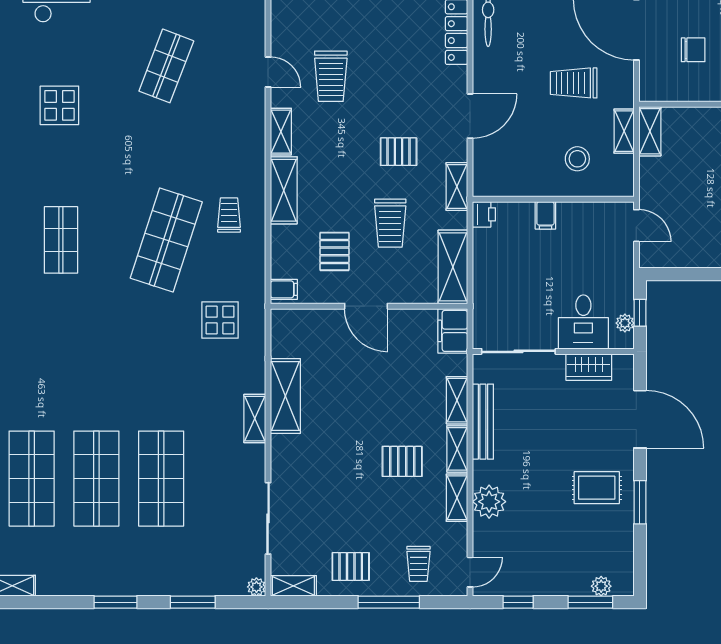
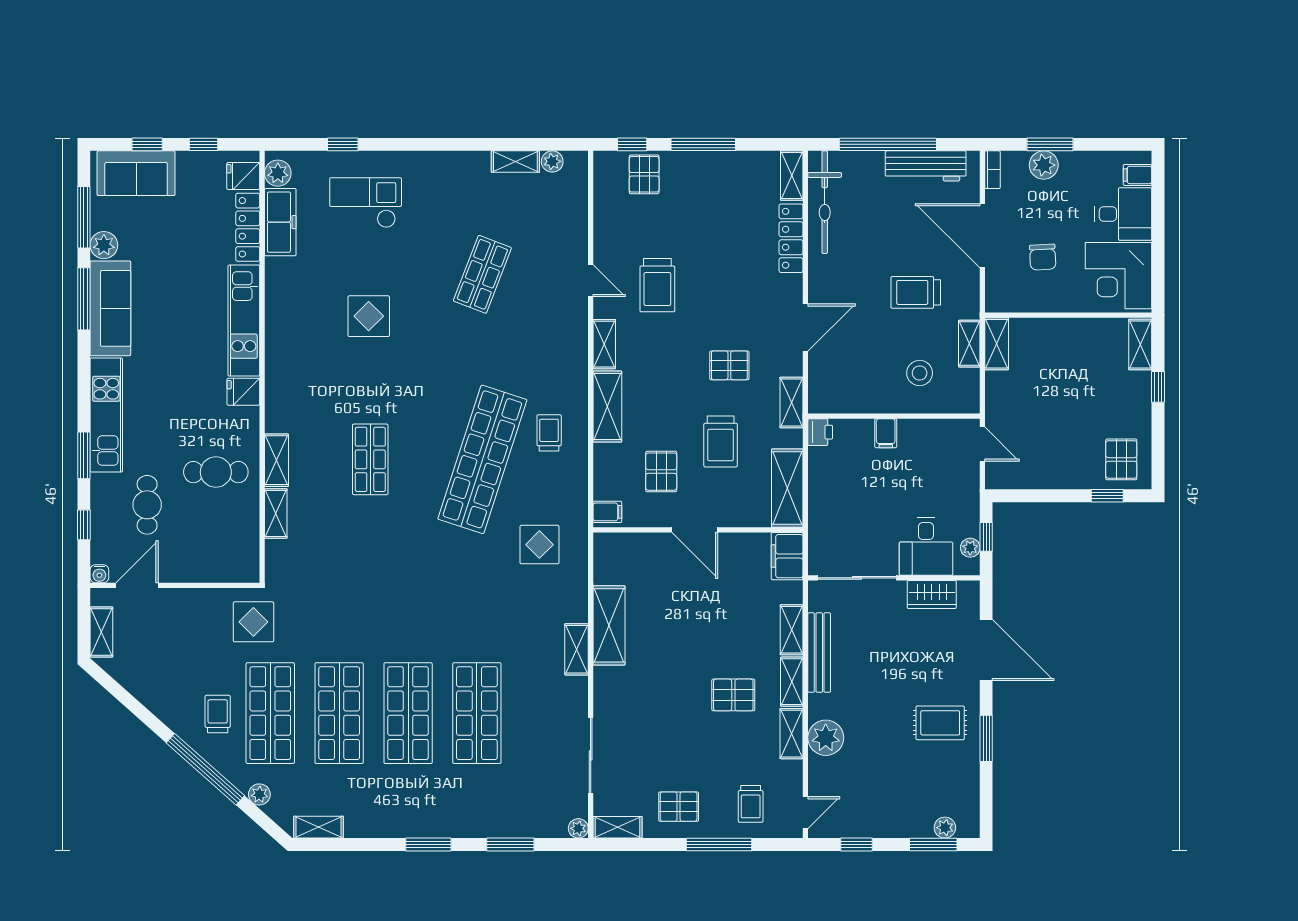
chair: (693, 50) -> (1043, 257), turned 87
shop shelf: (166, 240) -> (482, 459), width x1.40

